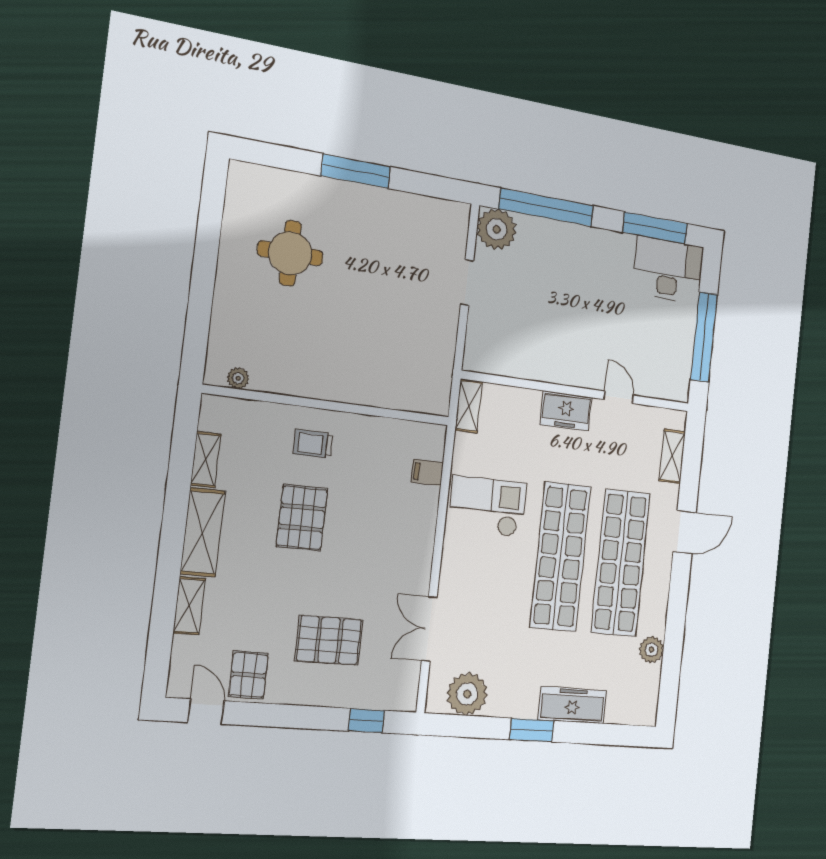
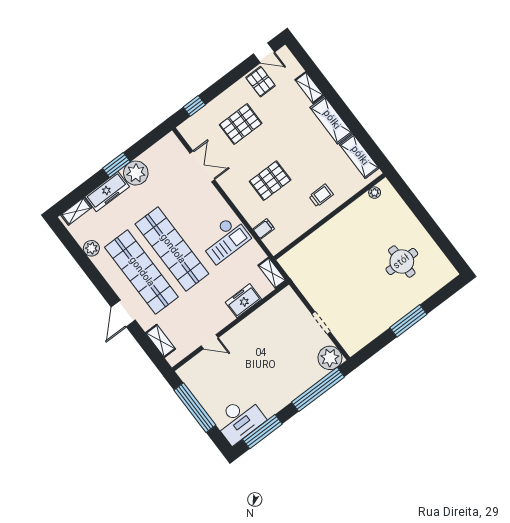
freezer: (566, 411) -> (243, 301), moved
shelving: (206, 460) -> (359, 156), width x1.50, depth x1.33
pallet: (302, 518) -> (270, 181), moved, turned 90
plant: (467, 694) -> (136, 173), moved
shelving: (629, 714) -> (76, 211), added

